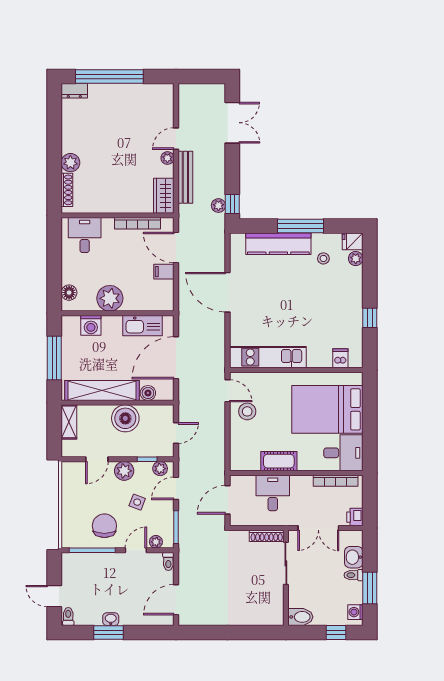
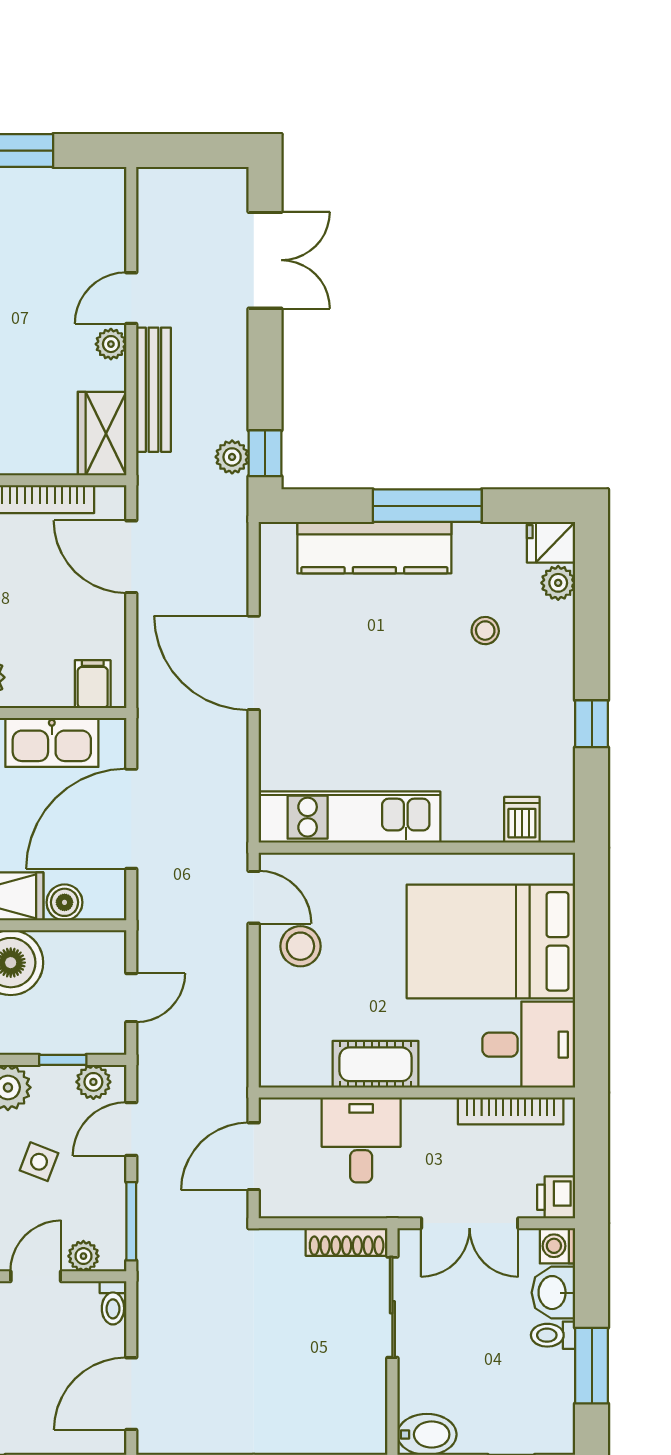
stool: (323, 258) -> (485, 631), moved
filing cabinet: (164, 272) -> (93, 684), moved, turned 90
washing machine: (355, 612) -> (558, 1246), moved

